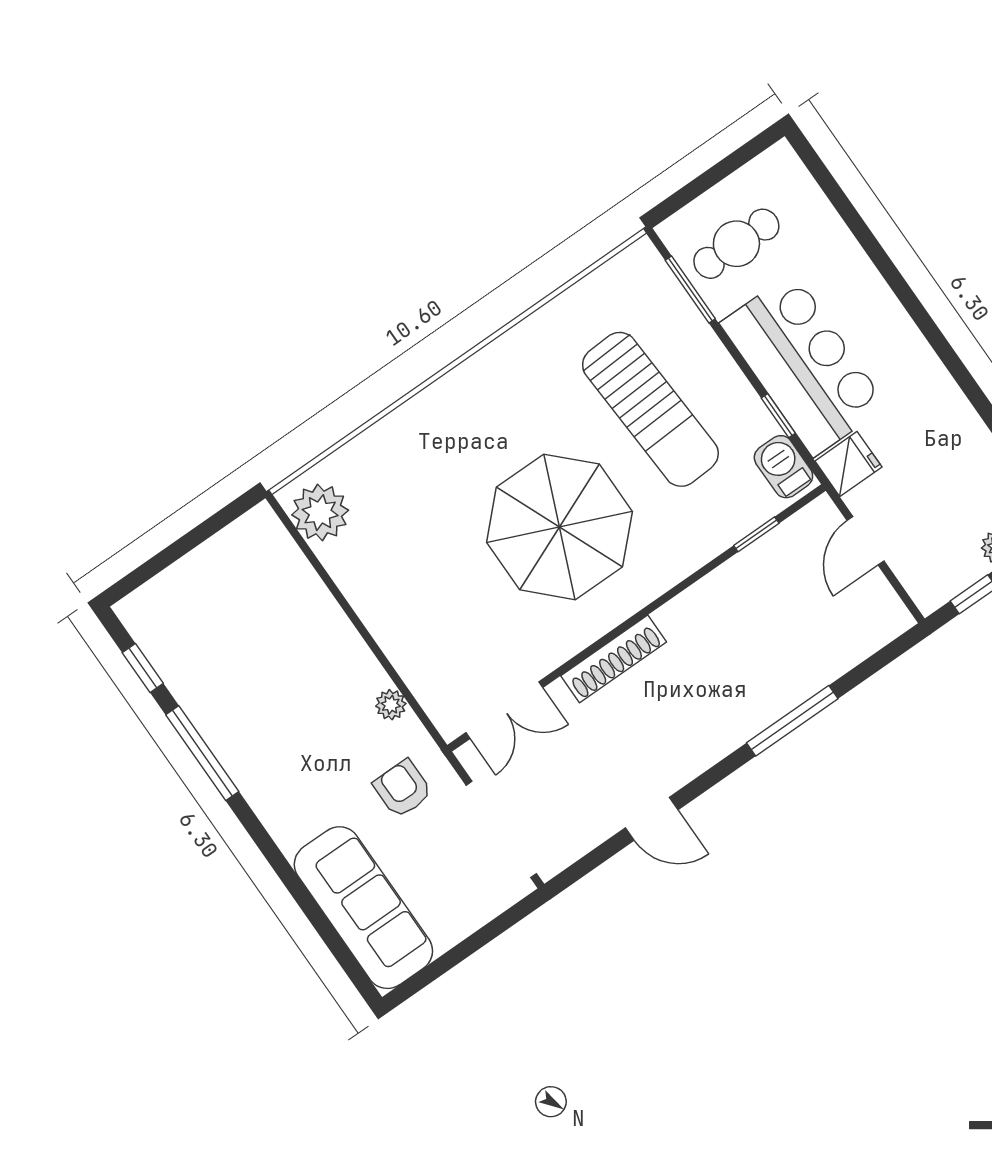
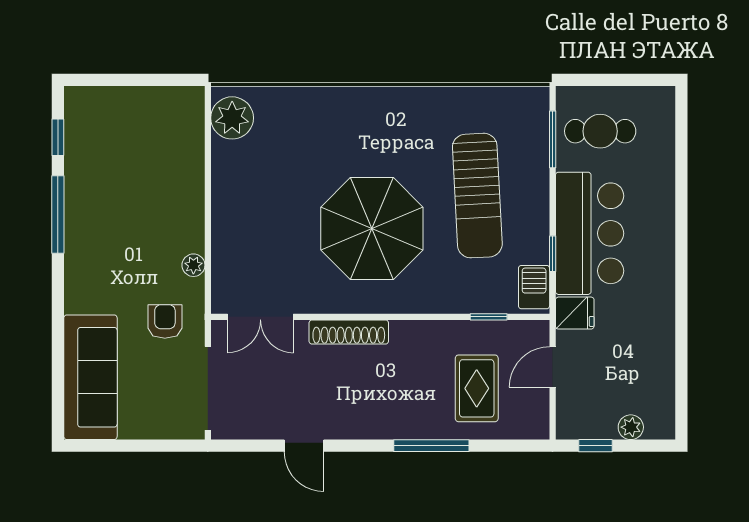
rug: (798, 623) -> (477, 388), added

